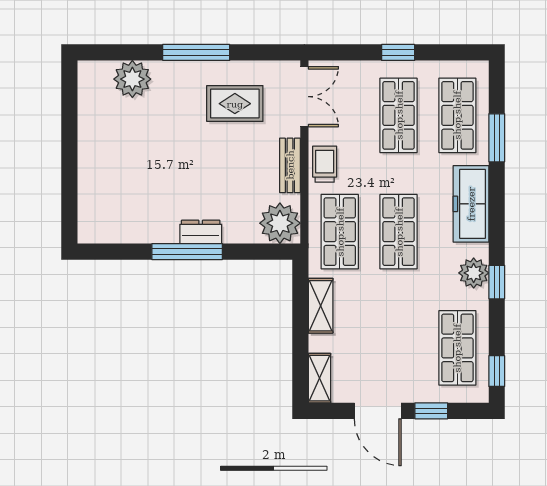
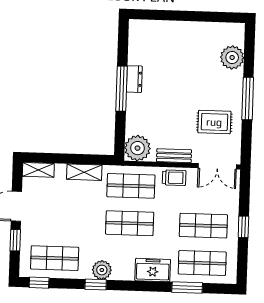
rug: (235, 104) -> (214, 122), turned 90
freezer: (471, 204) -> (153, 270), width x0.71
dresser: (201, 232) -> (134, 79), moved

